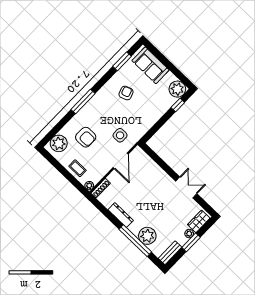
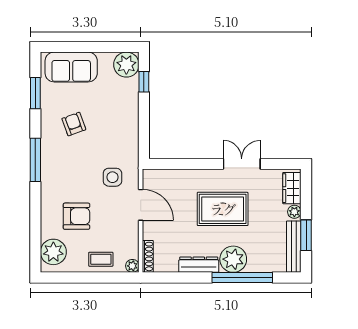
window: (83, 102) -> (35, 160), moved
rug: (157, 200) -> (223, 209), added
plant: (147, 236) -> (233, 259), moved
window: (191, 242) -> (306, 235), moved
bench: (170, 253) -> (294, 247), width x1.36

